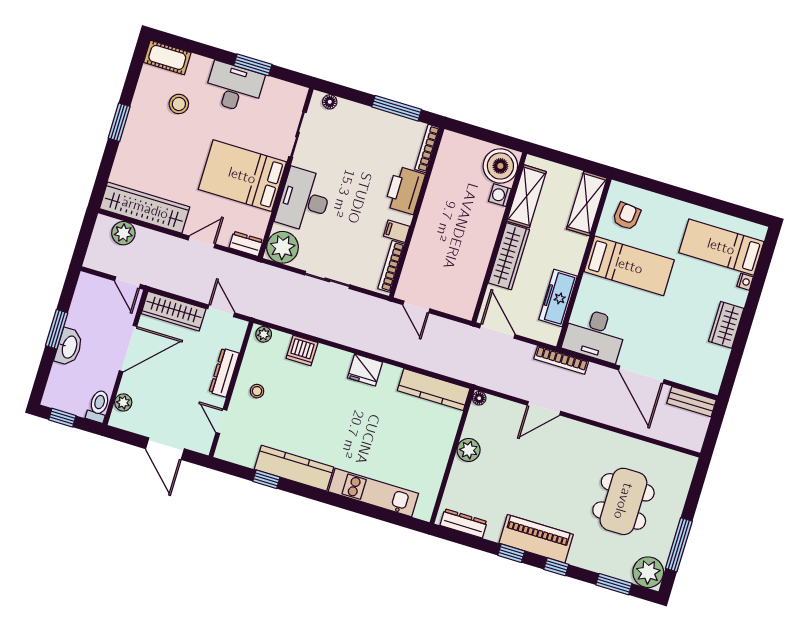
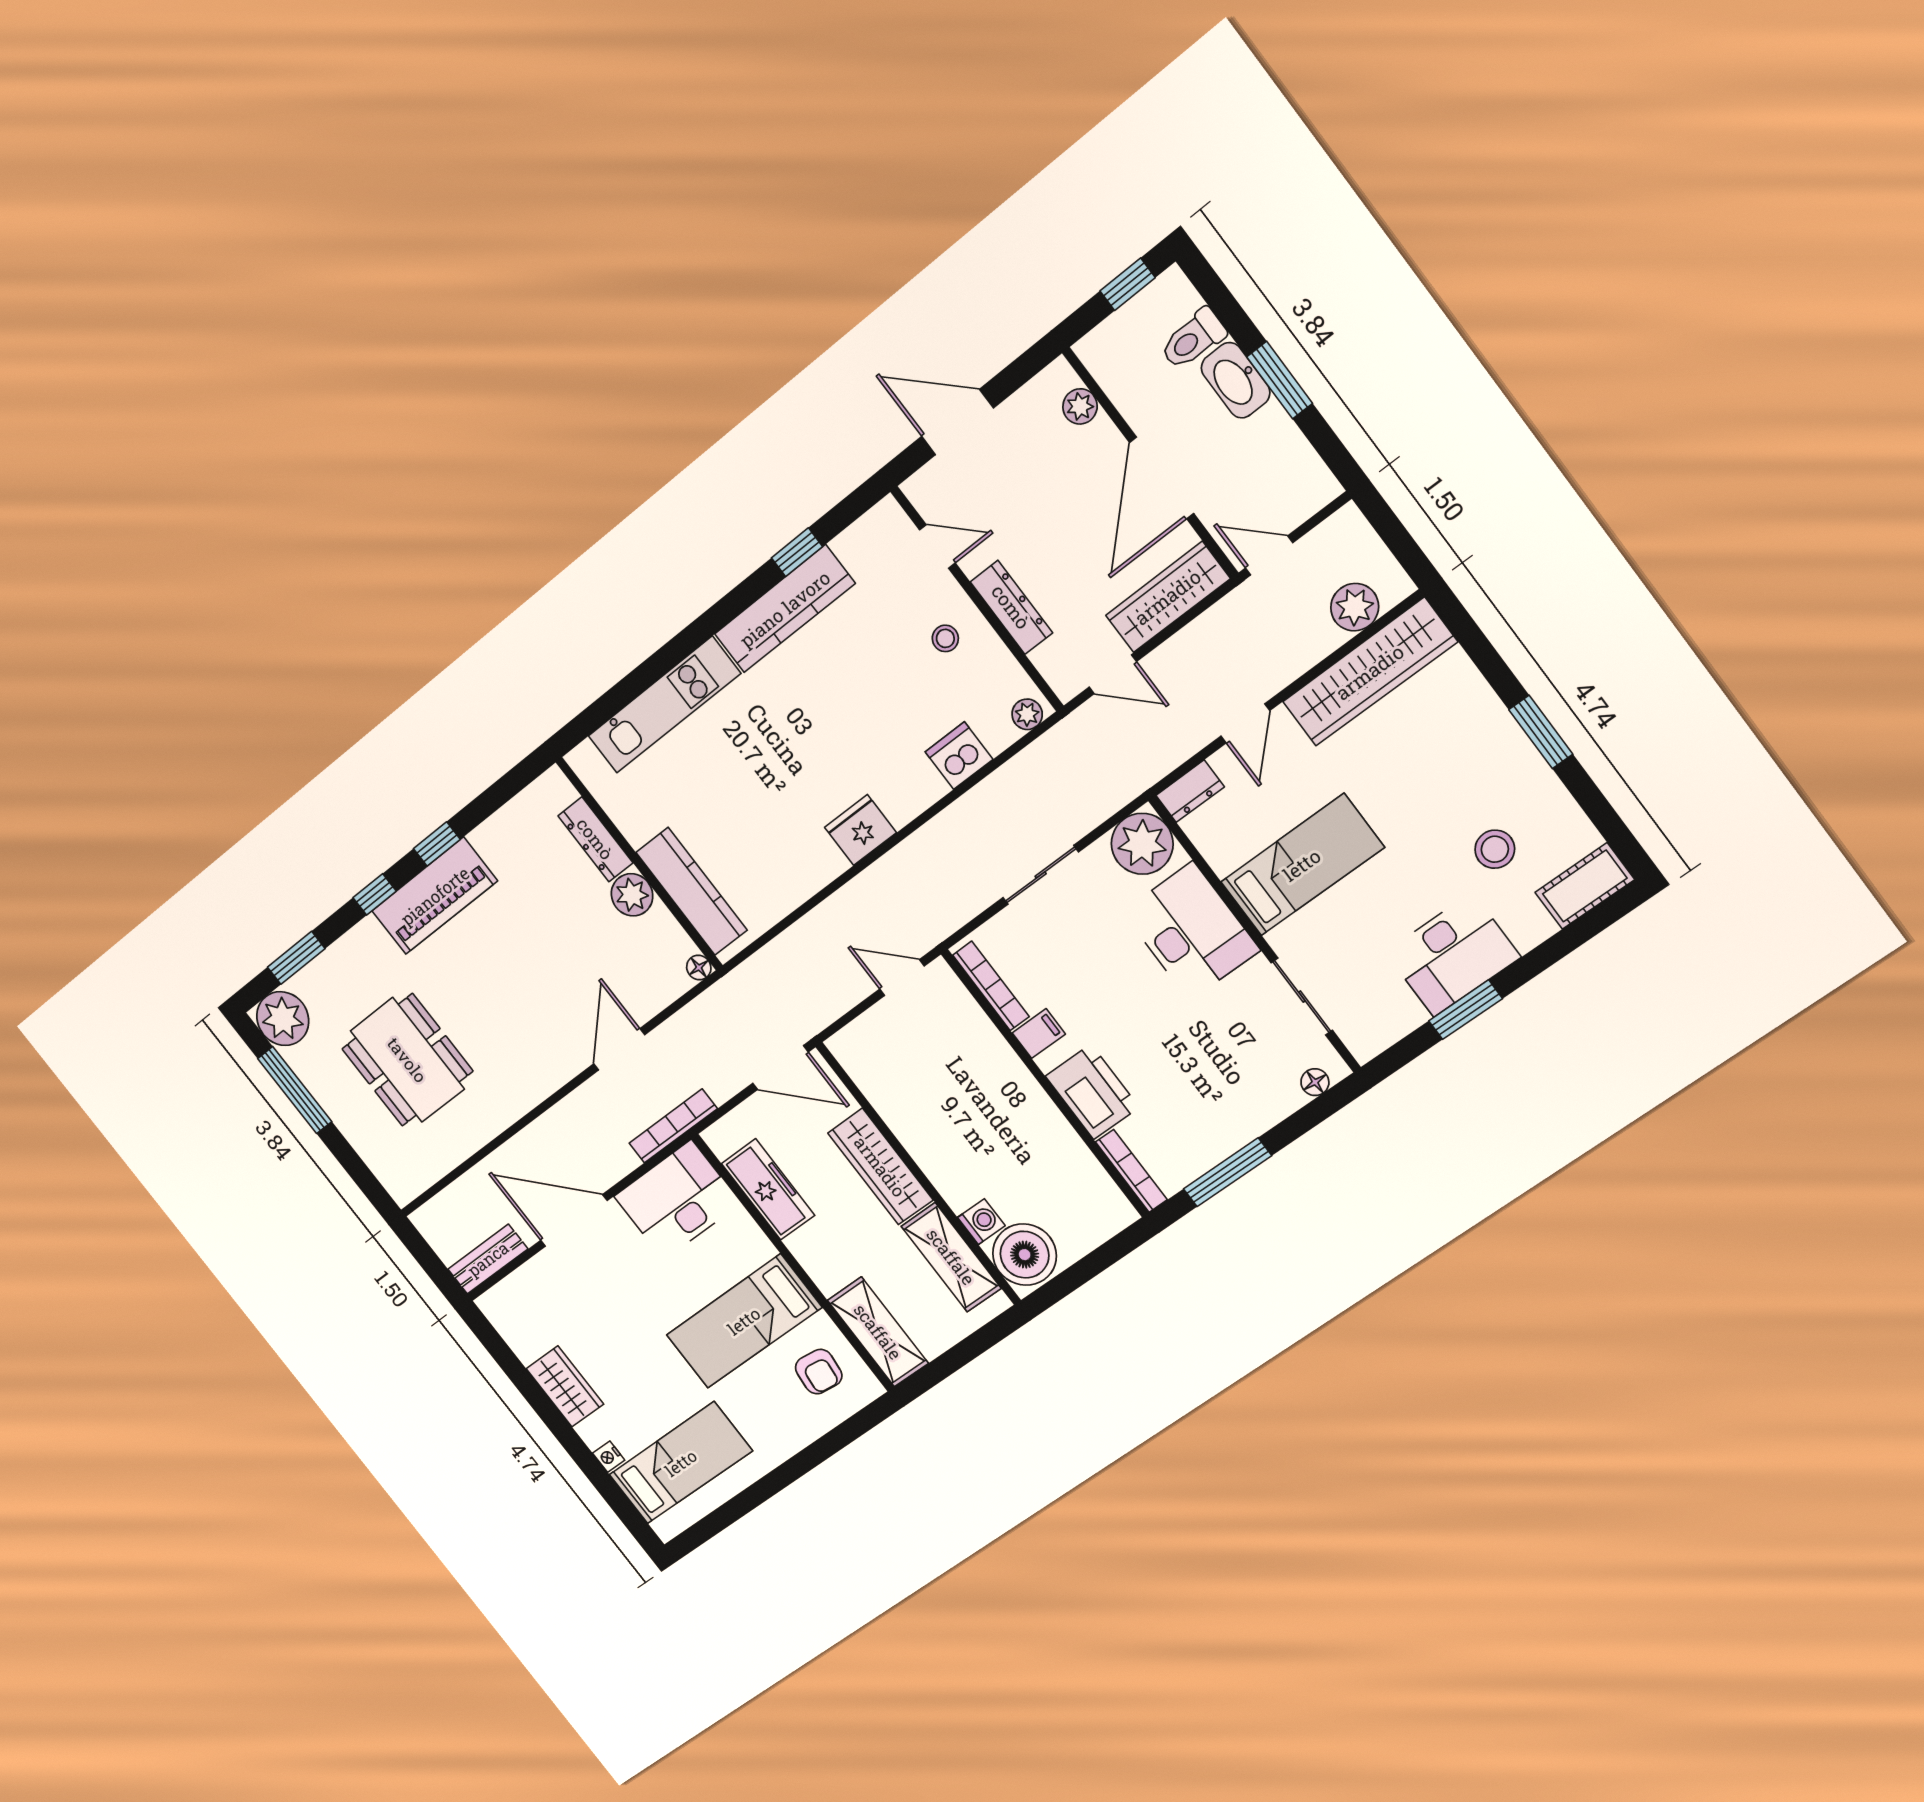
bed: (242, 176) -> (1302, 865), width x0.67
kitchen counter: (434, 389) -> (692, 891), moved, turned 90
toilet: (98, 406) -> (1193, 339), moved, turned 90
dresser: (464, 523) -> (595, 839), moved, turned 90

